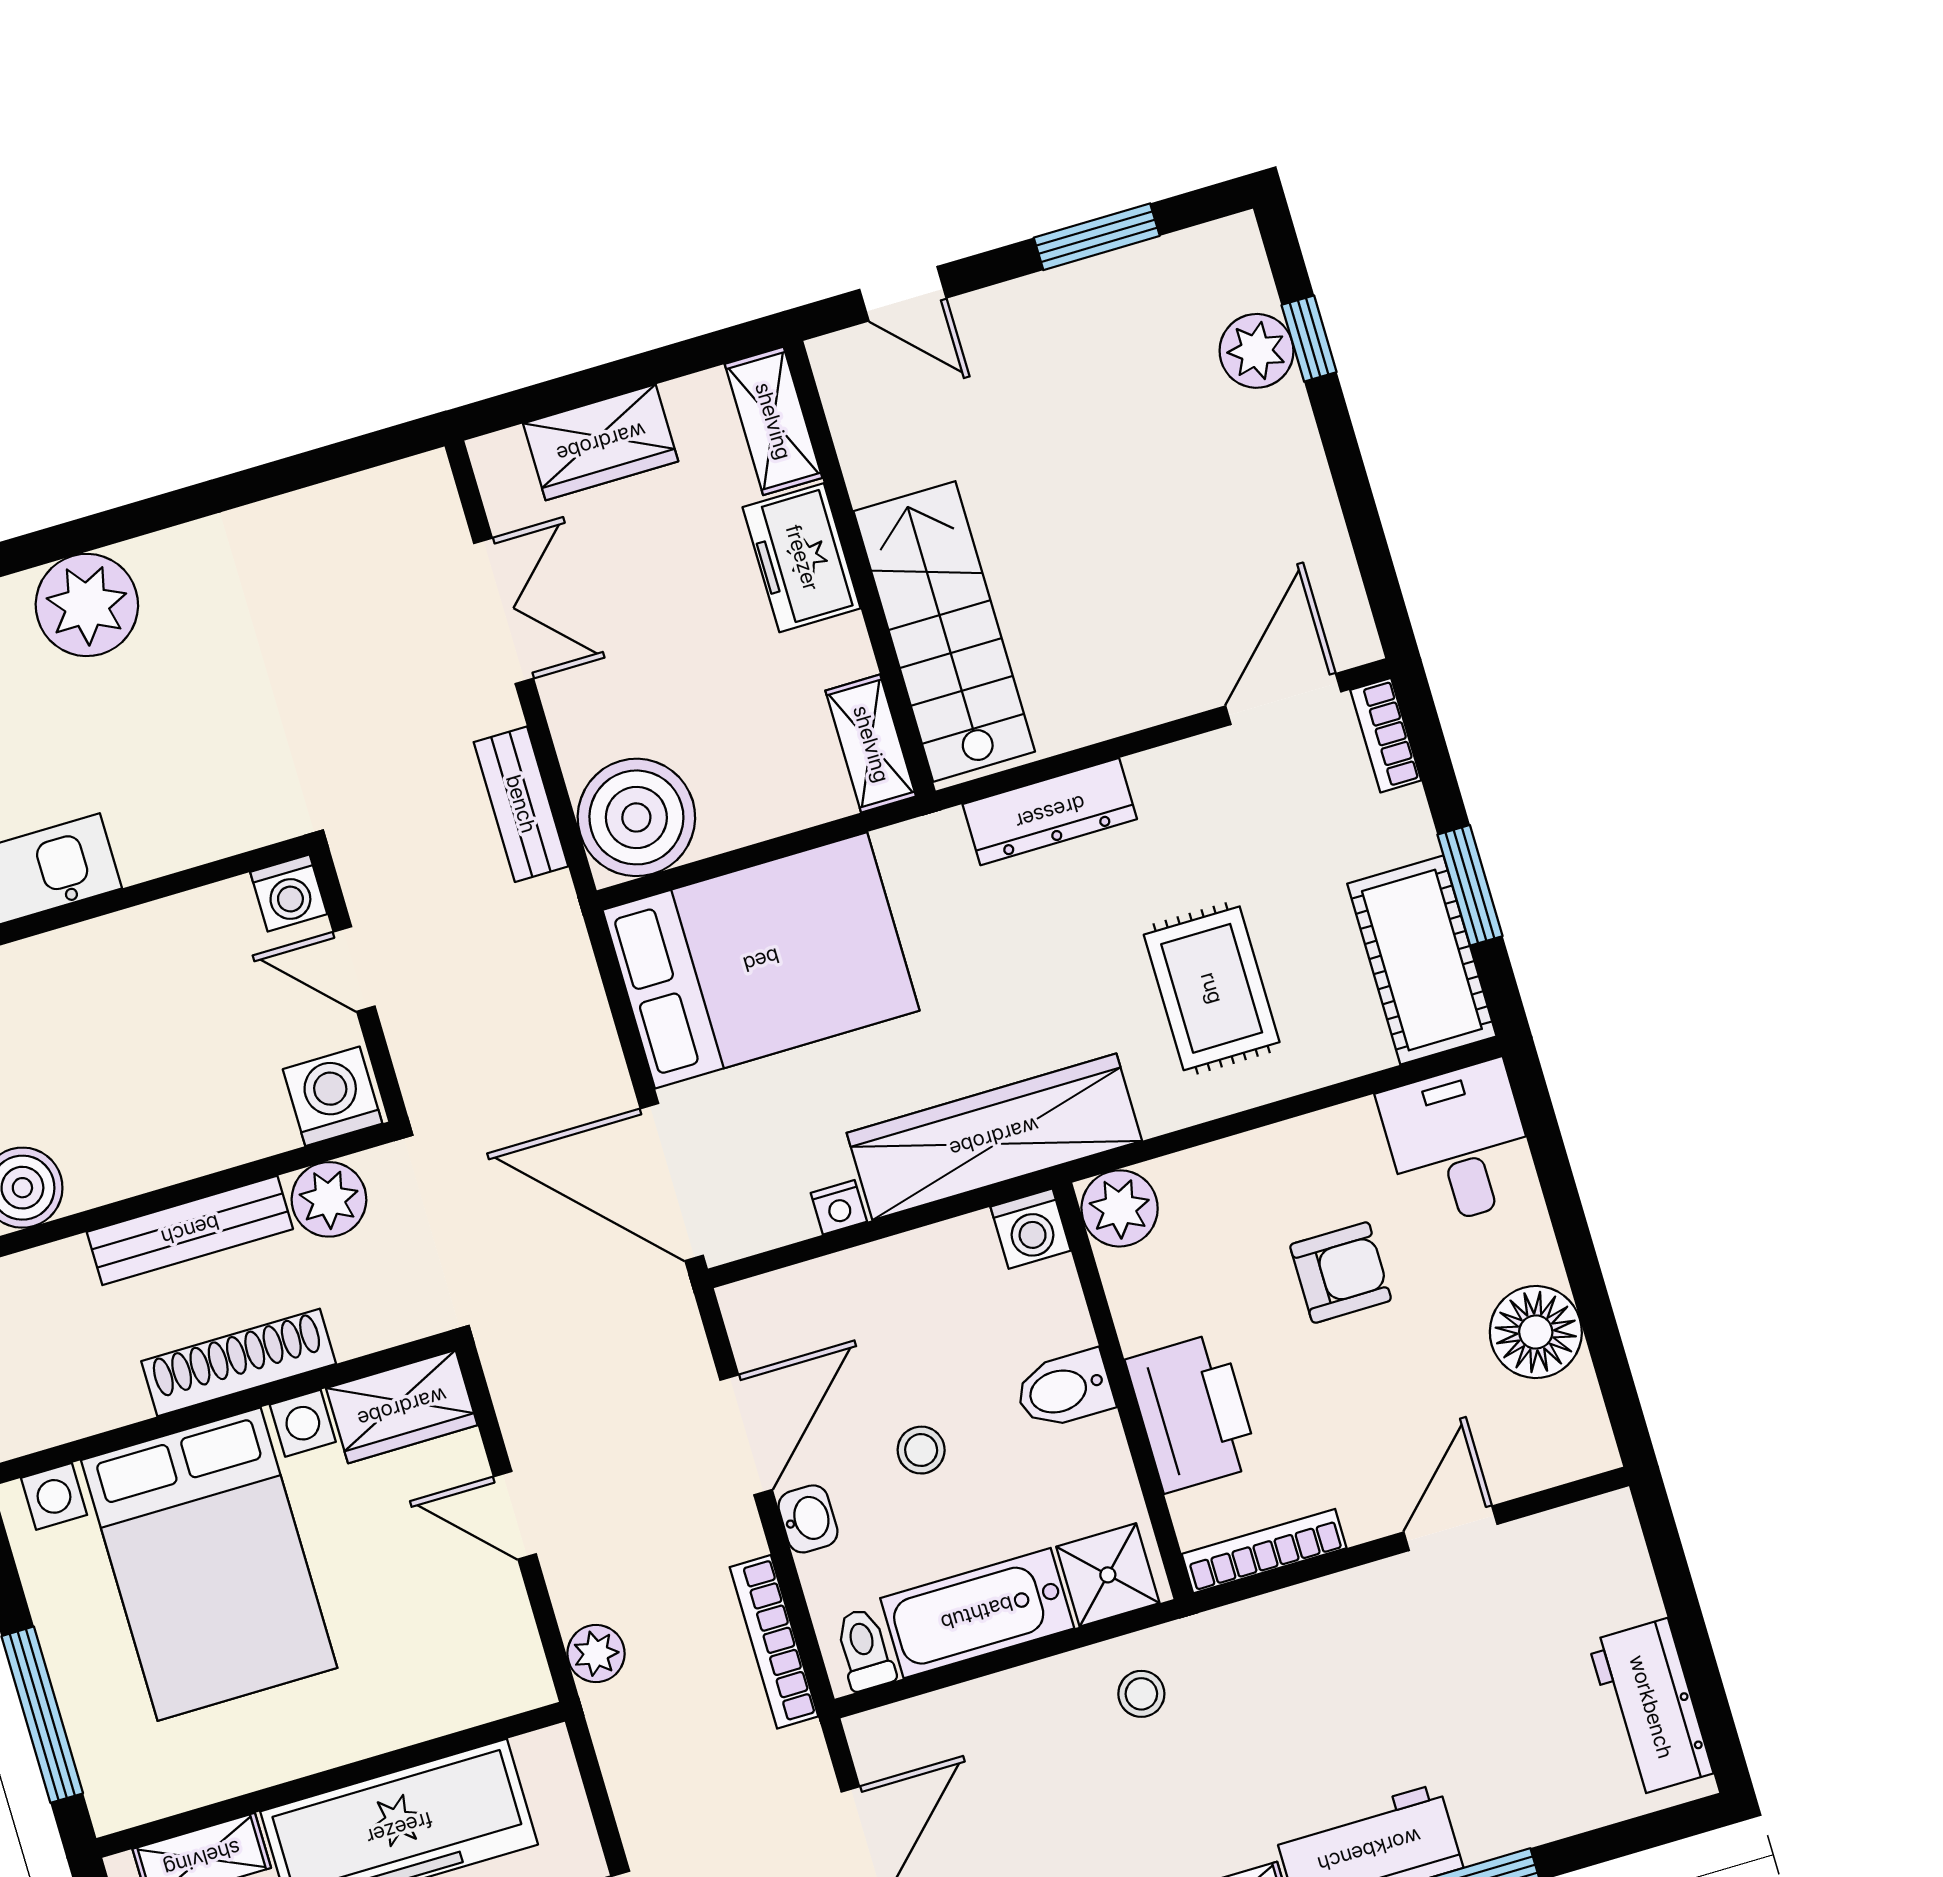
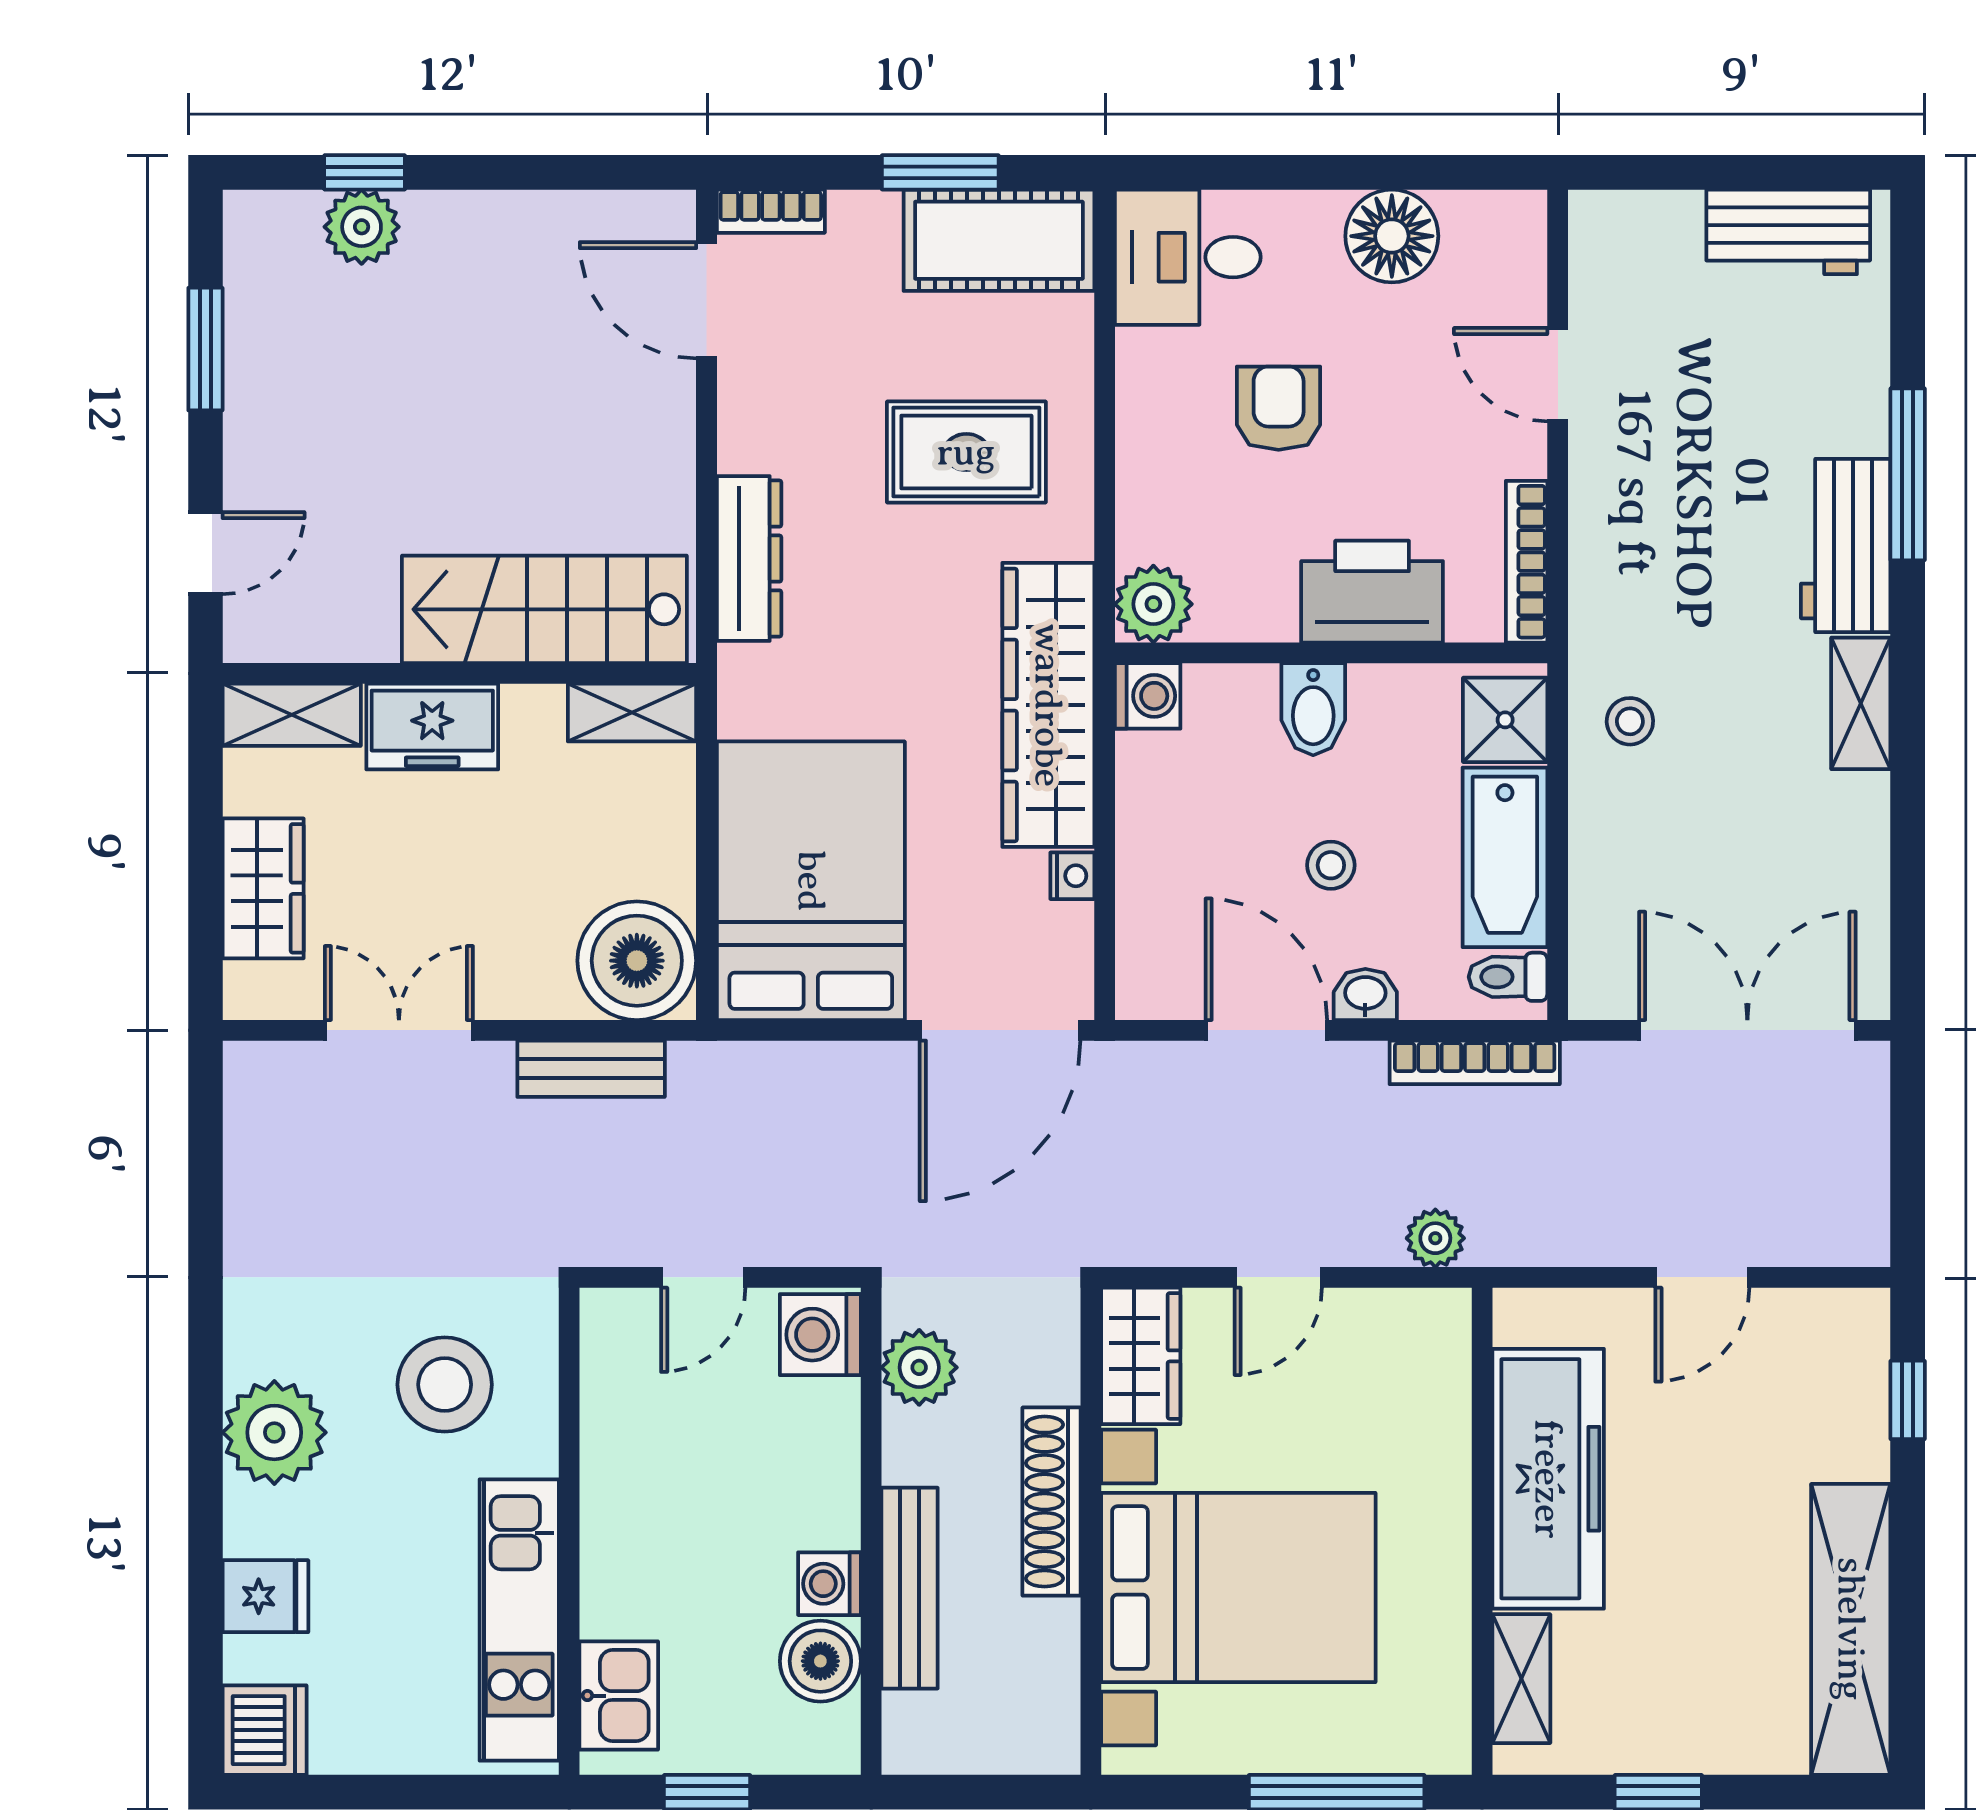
stool: (180, 753) -> (445, 1385), added
washing machine: (289, 893) -> (829, 1584), moved, turned 180
bench: (190, 1230) -> (910, 1588), moved

